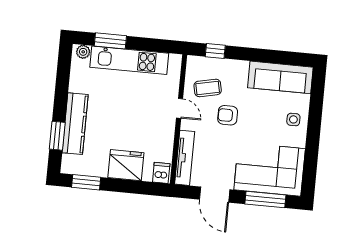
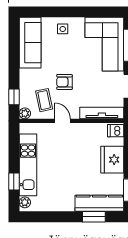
window: (110, 41) -> (14, 182), width x0.67
plant: (193, 62) -> (25, 113), added
door: (180, 108) -> (63, 121), hinge flipped
armchair: (228, 115) -> (64, 82), turned 90
kitchen counter: (75, 124) -> (99, 203), moved

